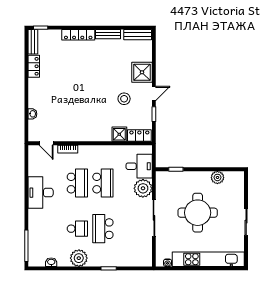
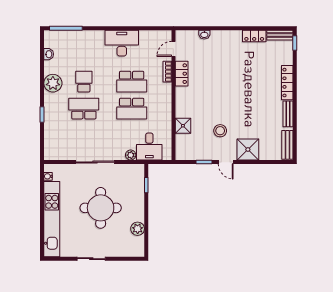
locker: (139, 136) -> (182, 74), moved
plant: (143, 188) -> (131, 155), width x0.53, depth x0.53
school desk: (77, 229) -> (84, 82), turned 180

